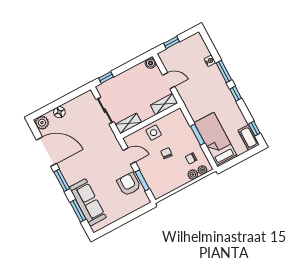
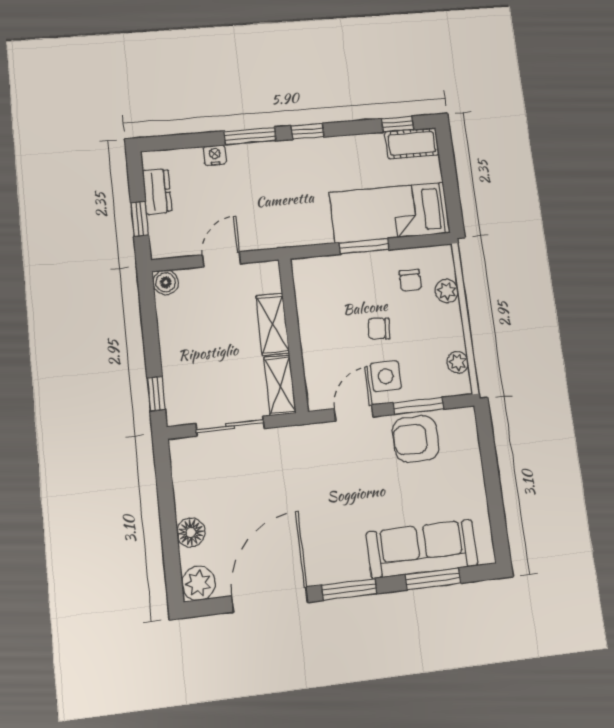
dresser: (185, 45) -> (157, 191), added
shelving: (164, 104) -> (273, 324), moved
side table: (154, 133) -> (386, 376), moved
plant: (202, 170) -> (458, 362), moved

